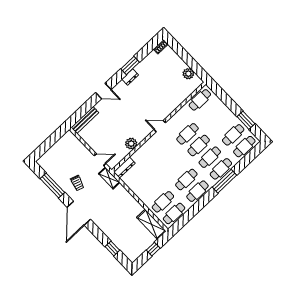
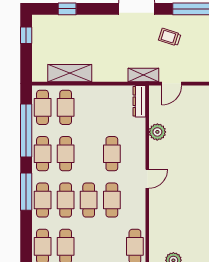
cafe table: (164, 156) -> (112, 154), added
window: (194, 211) -> (26, 130), added
shelving: (151, 224) -> (70, 73), moved
window: (153, 249) -> (26, 35), moved

